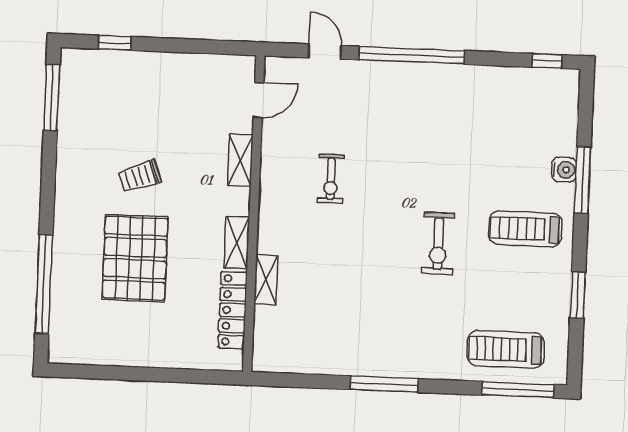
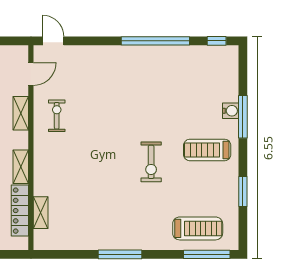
door: (325, 52) -> (53, 41), moved
window: (412, 55) -> (155, 41), moved
exercise bike: (331, 179) -> (57, 116), moved, turned 180
shelving: (266, 280) -> (41, 213), moved
treadmill: (506, 349) -> (198, 228), turned 180

